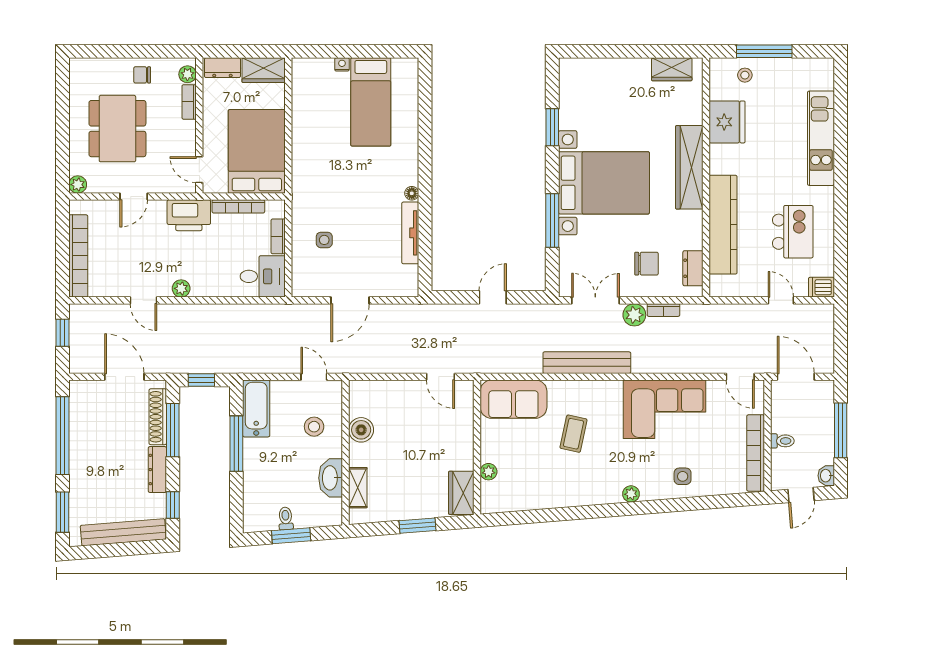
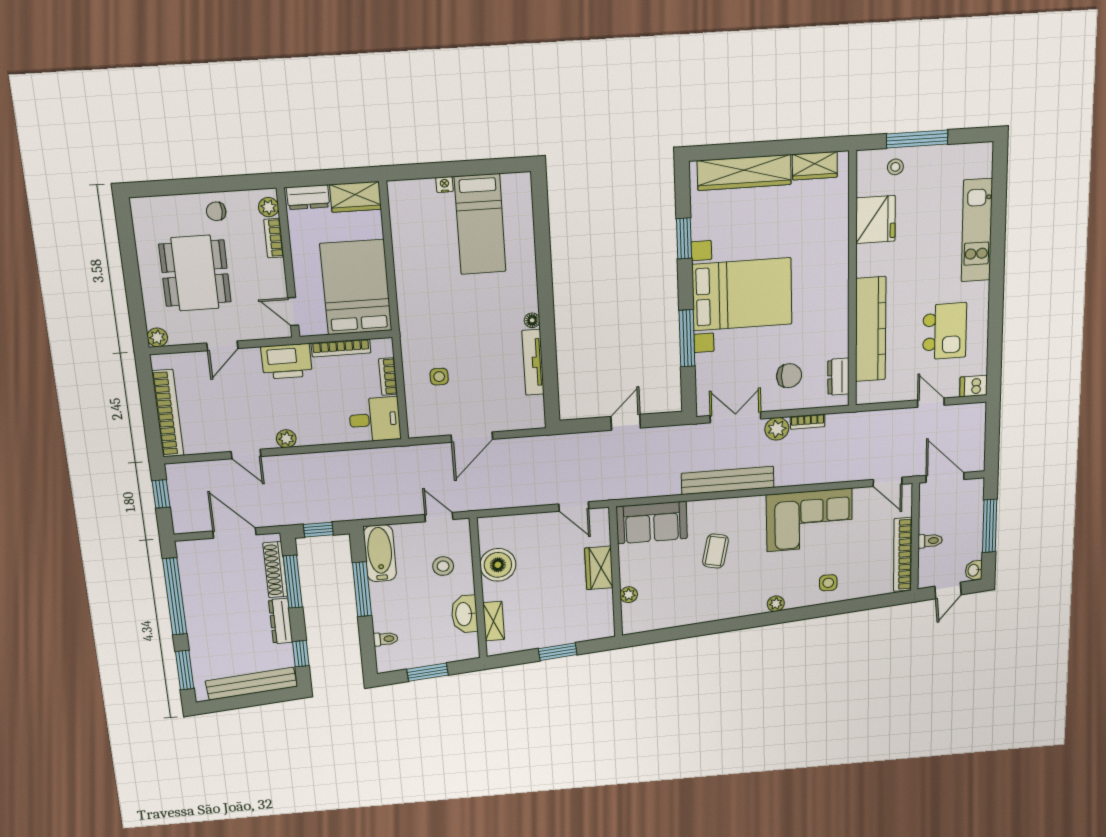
wardrobe: (689, 167) -> (744, 172), moved, turned -90
boiler: (361, 430) -> (498, 565), width x1.37, depth x1.37
wardrobe: (461, 493) -> (599, 568), moved
toilet: (286, 518) -> (386, 639), moved, turned 95

